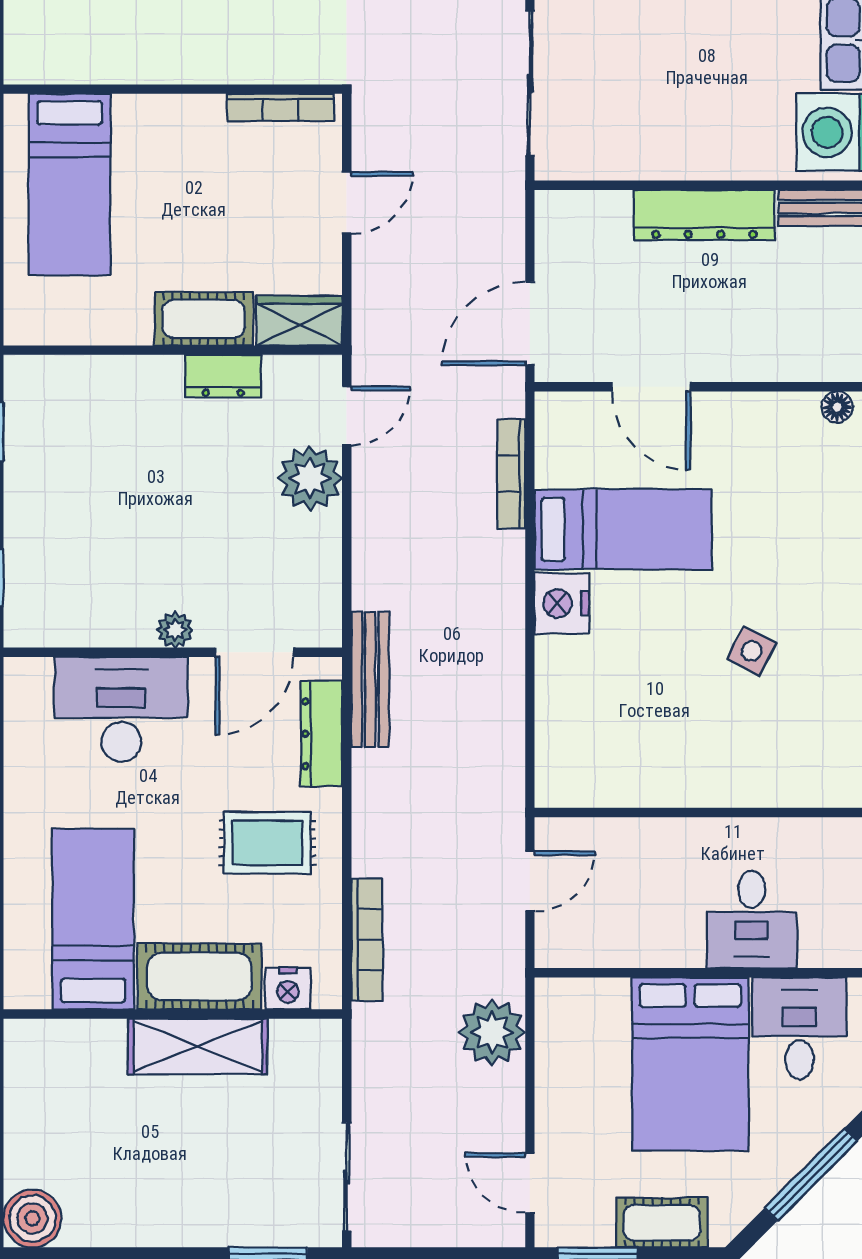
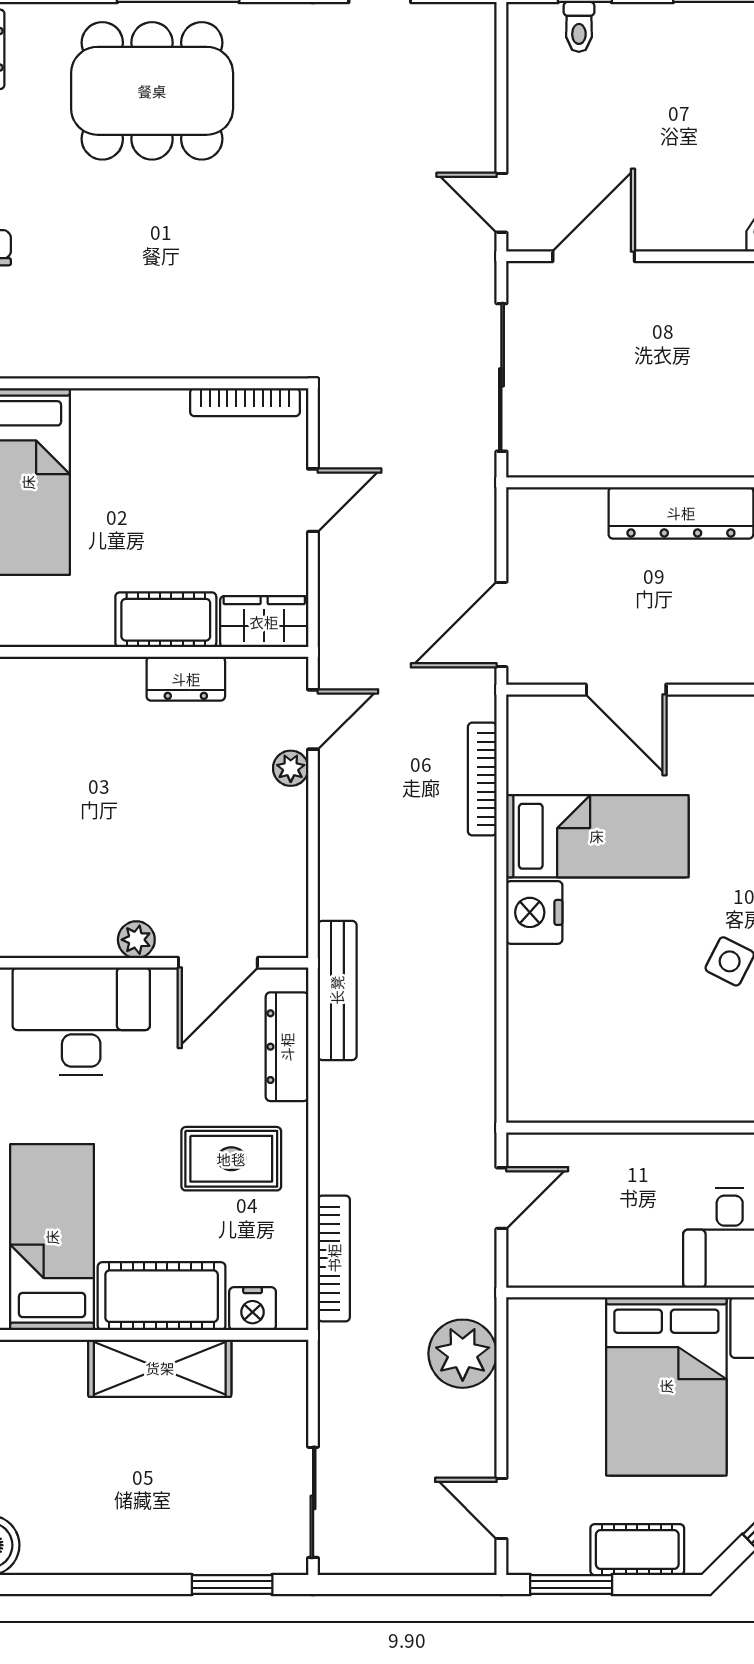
plant: (310, 478) -> (291, 768), width x0.53, depth x0.53

